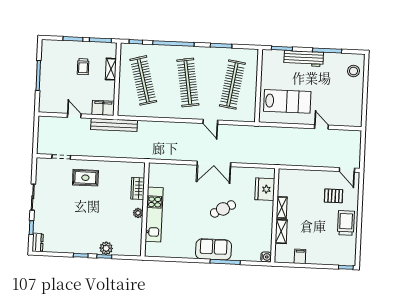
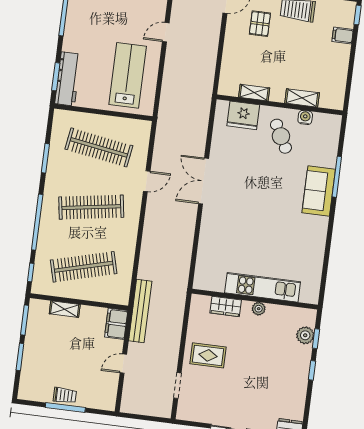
workbench: (304, 58) -> (68, 79), moved
trolley: (83, 67) -> (65, 395), moved
double door: (214, 164) -> (204, 181), swing flipped
rug: (85, 178) -> (208, 355), turned 90
wardrobe: (138, 188) -> (226, 306), moved
shelving: (282, 208) -> (254, 93), moved
wall: (145, 209) -> (255, 299), moved
cafe table: (223, 209) -> (281, 136), moved
plant: (138, 213) -> (259, 309), moved
kitchen unit: (154, 215) -> (263, 287), moved
filing cabinet: (300, 256) -> (343, 36), moved
water cooler: (266, 257) -> (305, 117), moved

